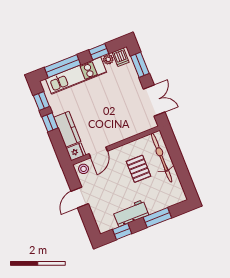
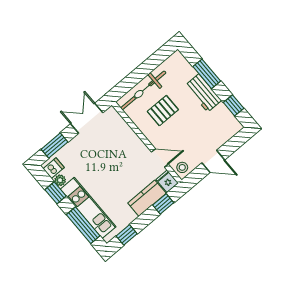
window: (50, 122) -> (163, 204), moved
workbench: (131, 213) -> (203, 93), moved

